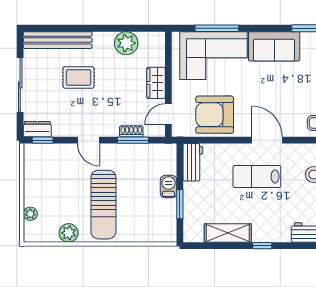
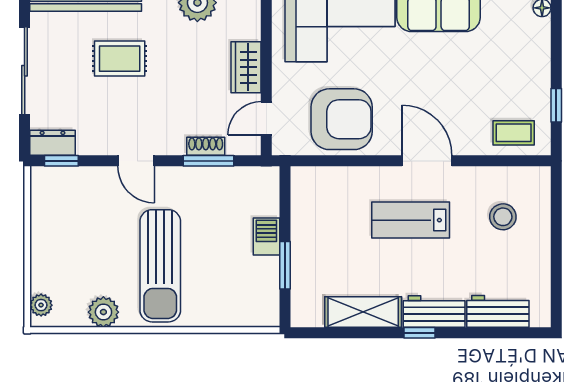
armchair: (215, 115) -> (342, 119), turned 180
workbench: (193, 162) -> (434, 311), moved, turned -90
plant: (30, 214) -> (41, 305), moved

